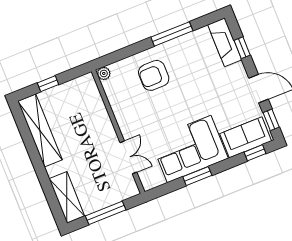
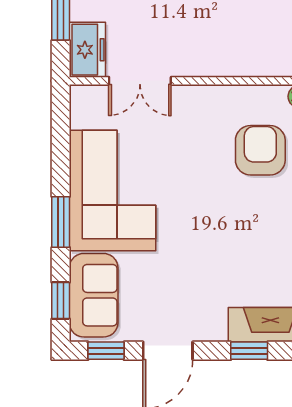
armchair: (154, 75) -> (260, 150), moved
window: (197, 176) -> (61, 222), moved
freezer: (123, 190) -> (87, 50), added

